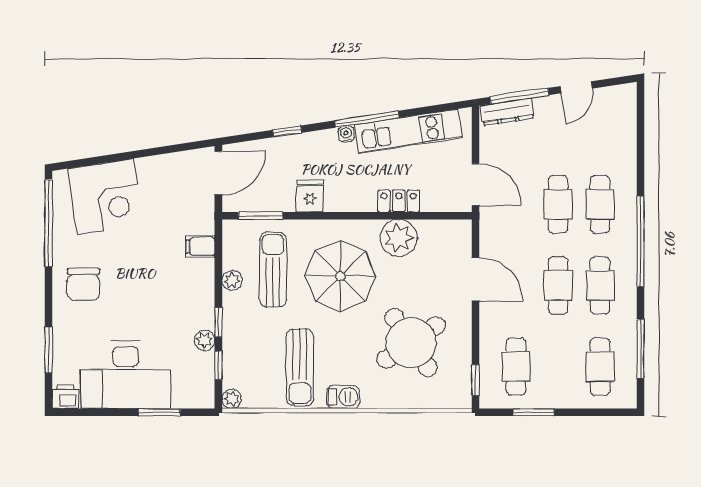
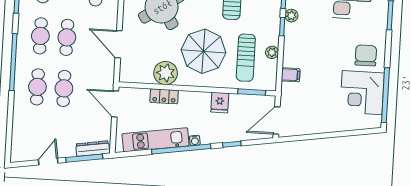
window: (367, 119) -> (181, 149), width x1.46
corner desk: (105, 197) -> (362, 93), moved, turned -81

